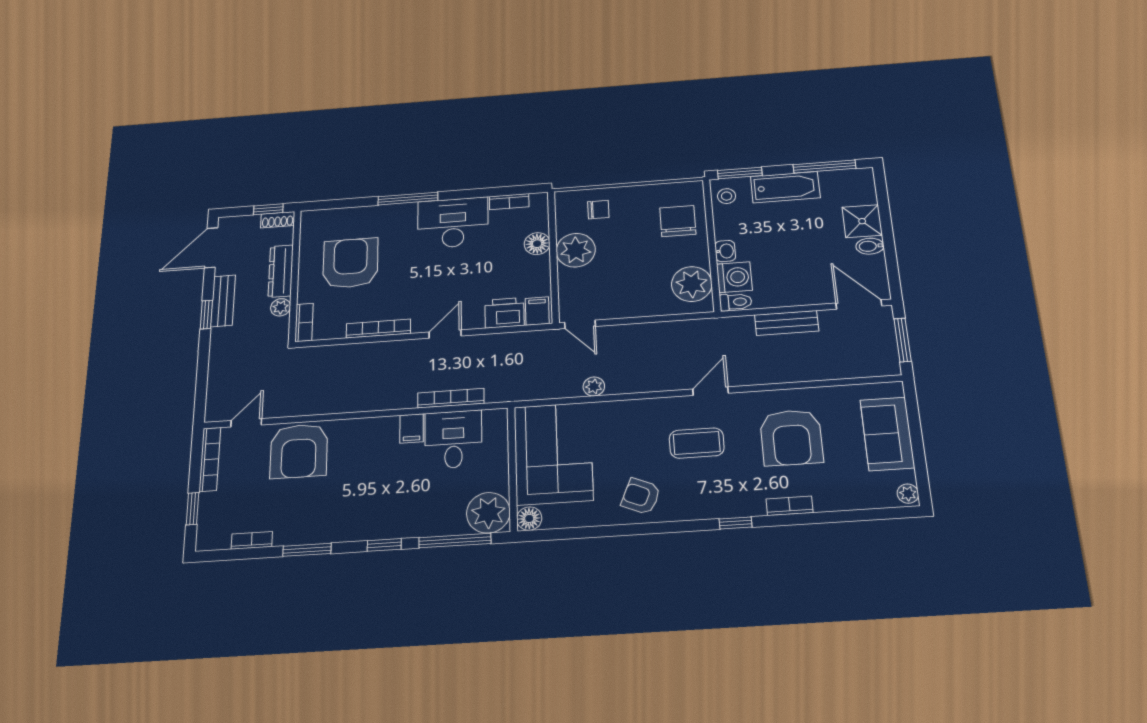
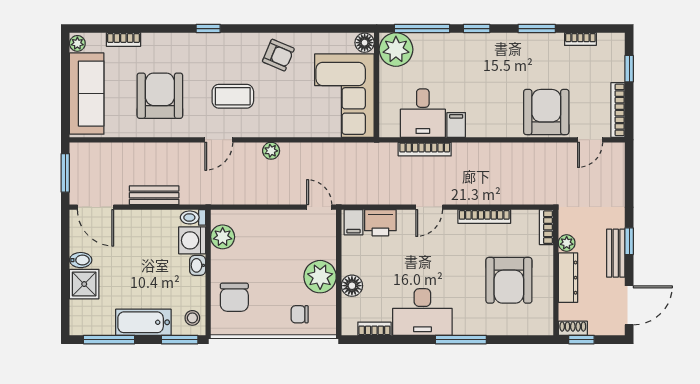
plant: (692, 284) -> (223, 237), width x0.73, depth x0.73
plant: (594, 387) -> (271, 151), moved
sofa: (887, 434) -> (87, 94), width x1.36
bookcase: (790, 506) -> (123, 40), moved

